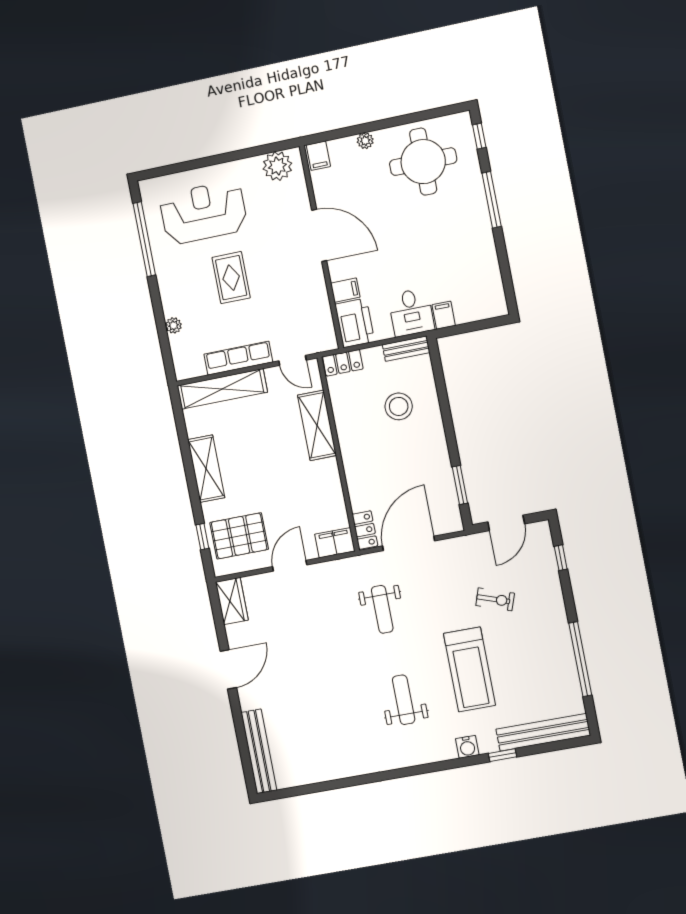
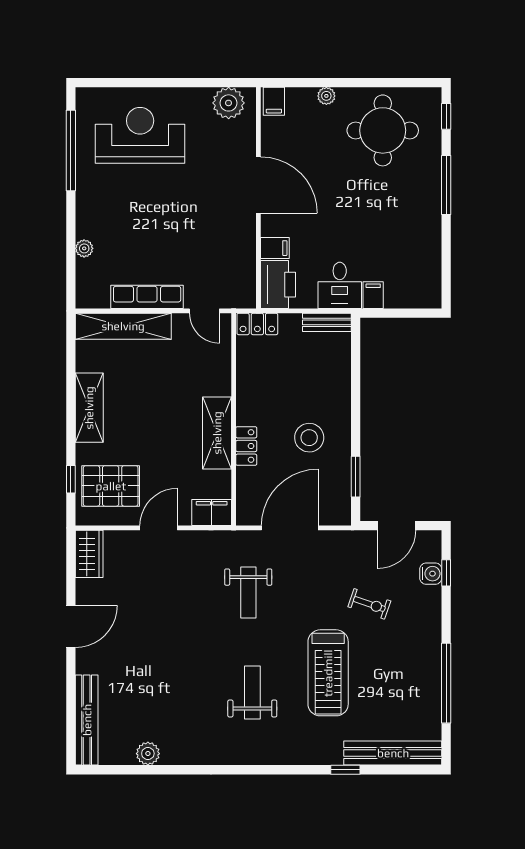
rug: (231, 278) -> (156, 210), removed
stool: (399, 406) -> (309, 438), moved
shelving: (317, 425) -> (217, 433), moved
locker: (365, 530) -> (246, 446), moved
water cooler: (467, 747) -> (431, 574), moved, turned -90
plant: (320, 772) -> (148, 754), added

